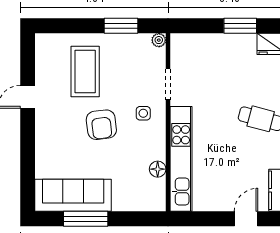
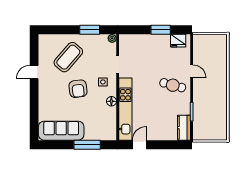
coffee table: (85, 72) -> (68, 57), turned 41
floor lamp: (158, 169) -> (111, 101), moved
window: (86, 219) -> (87, 145), moved
door: (246, 219) -> (139, 145), moved

